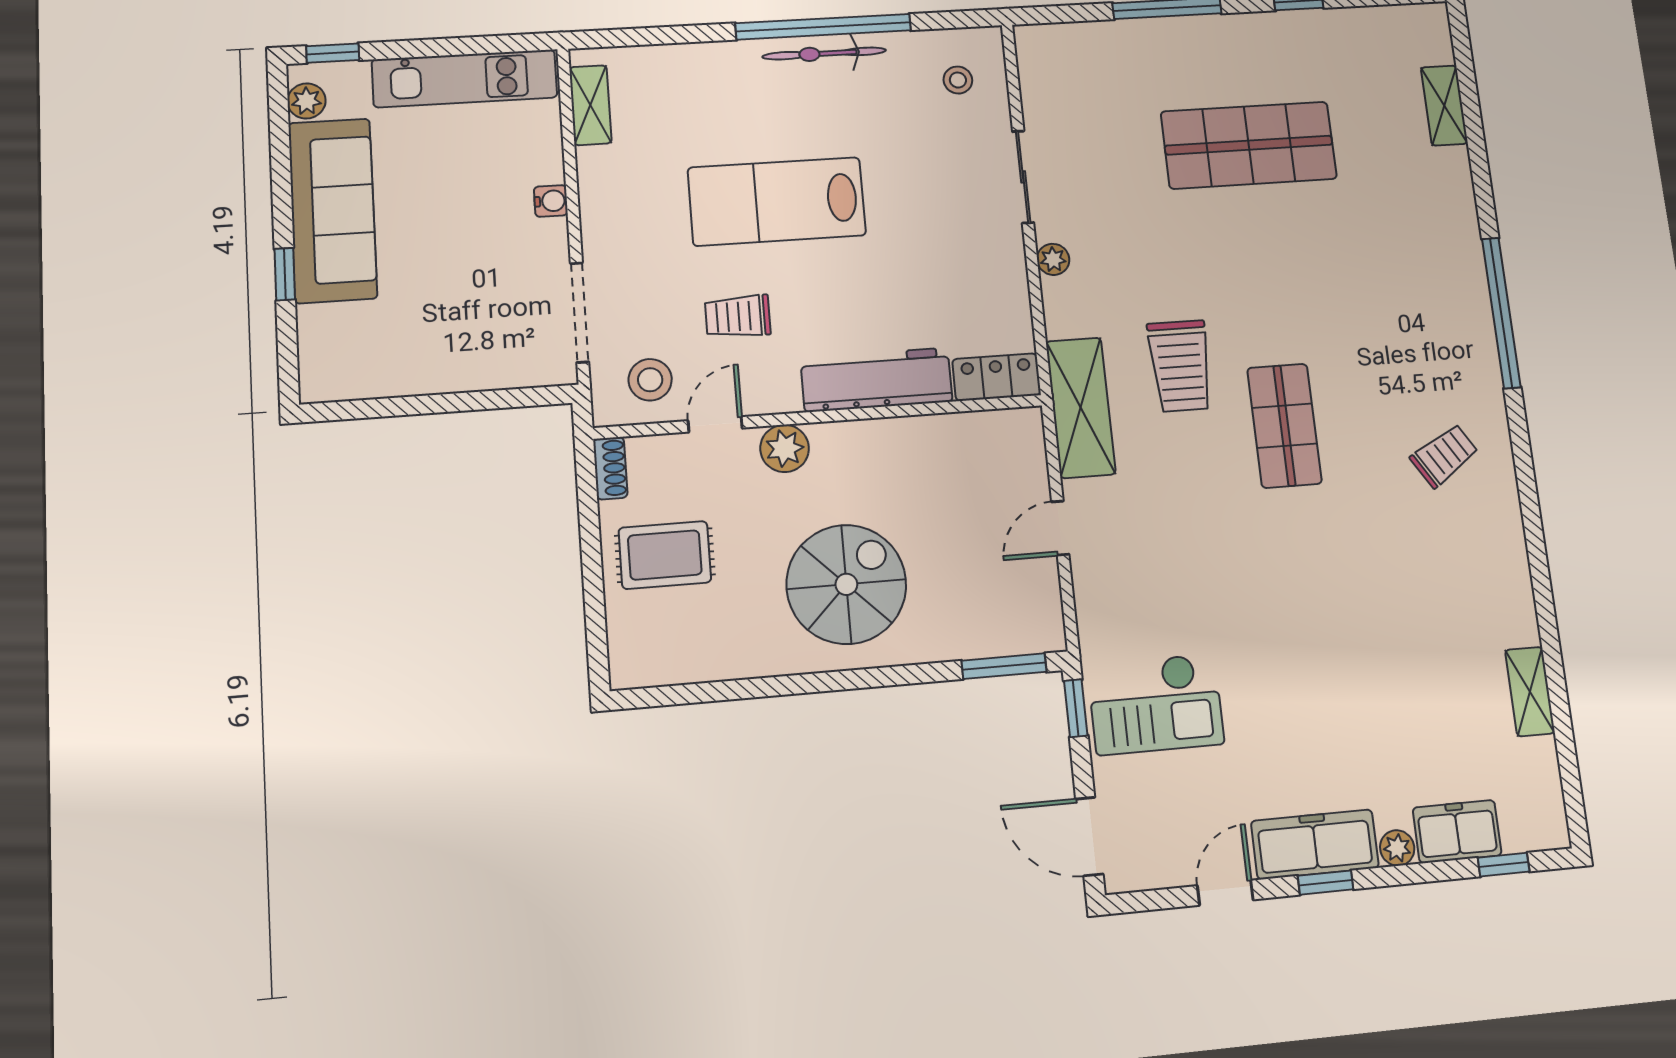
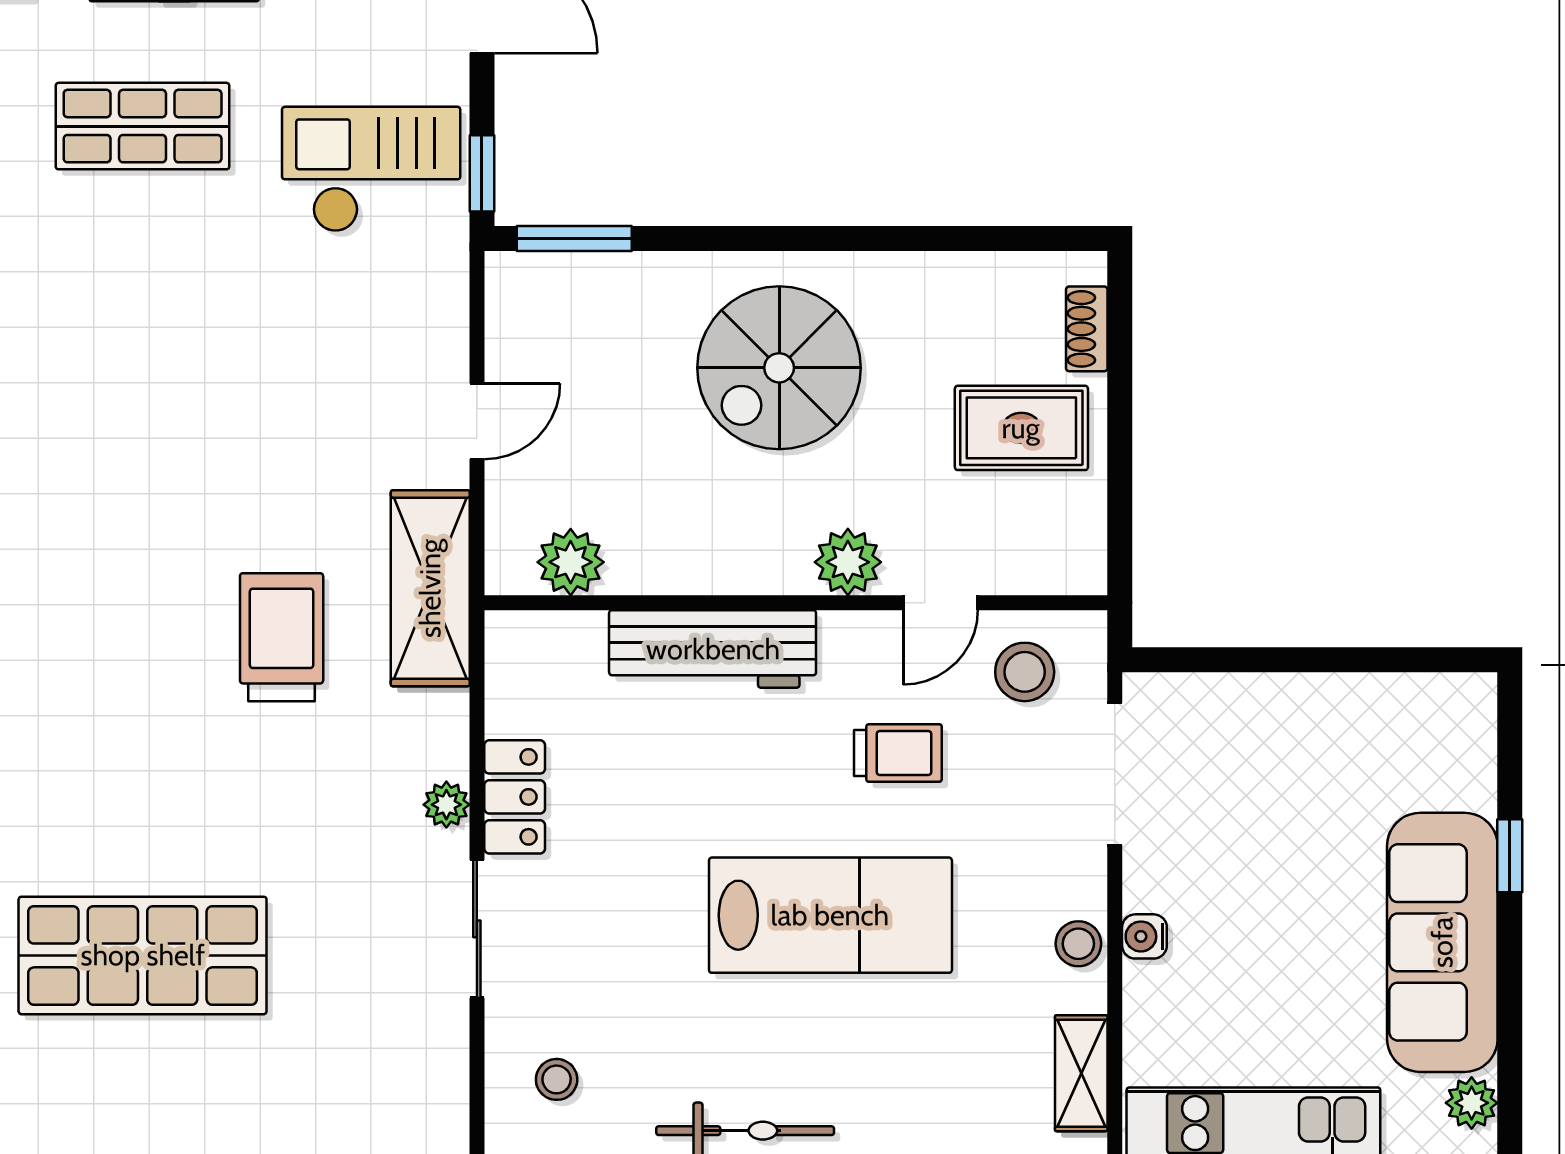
stool: (598, 193) -> (1078, 944), added
locker: (996, 377) -> (515, 797), moved, turned -90
shop shelf: (1284, 426) -> (143, 126), moved, turned 90
plant: (984, 433) -> (571, 562), added
shoe rack: (610, 468) -> (1087, 329), moved

